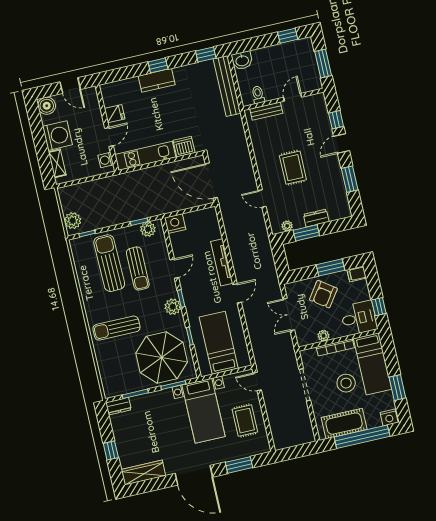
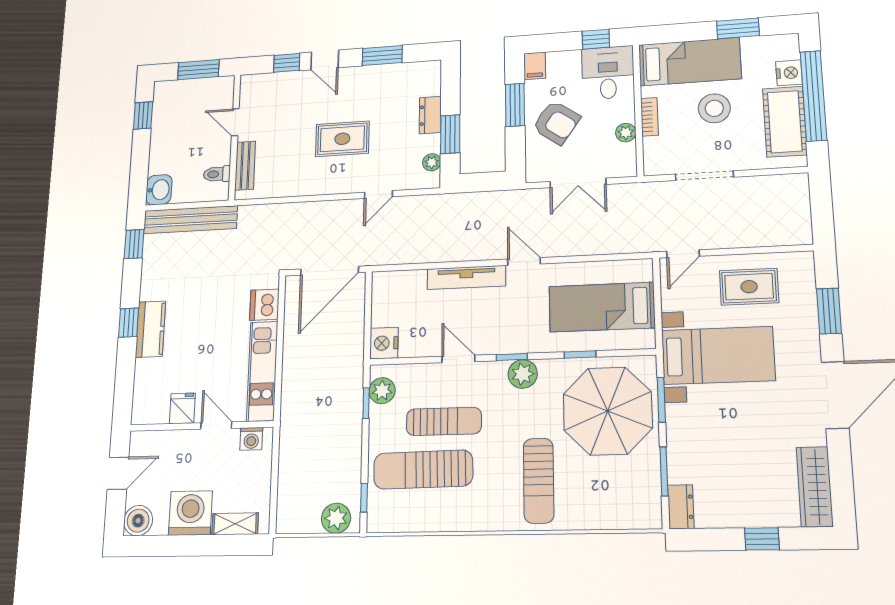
bookcase: (335, 347) -> (649, 117), width x0.64
nightstand: (389, 417) -> (789, 73), moved

